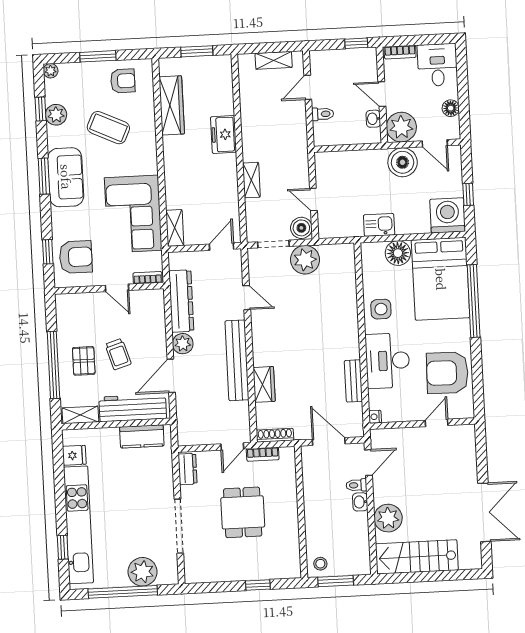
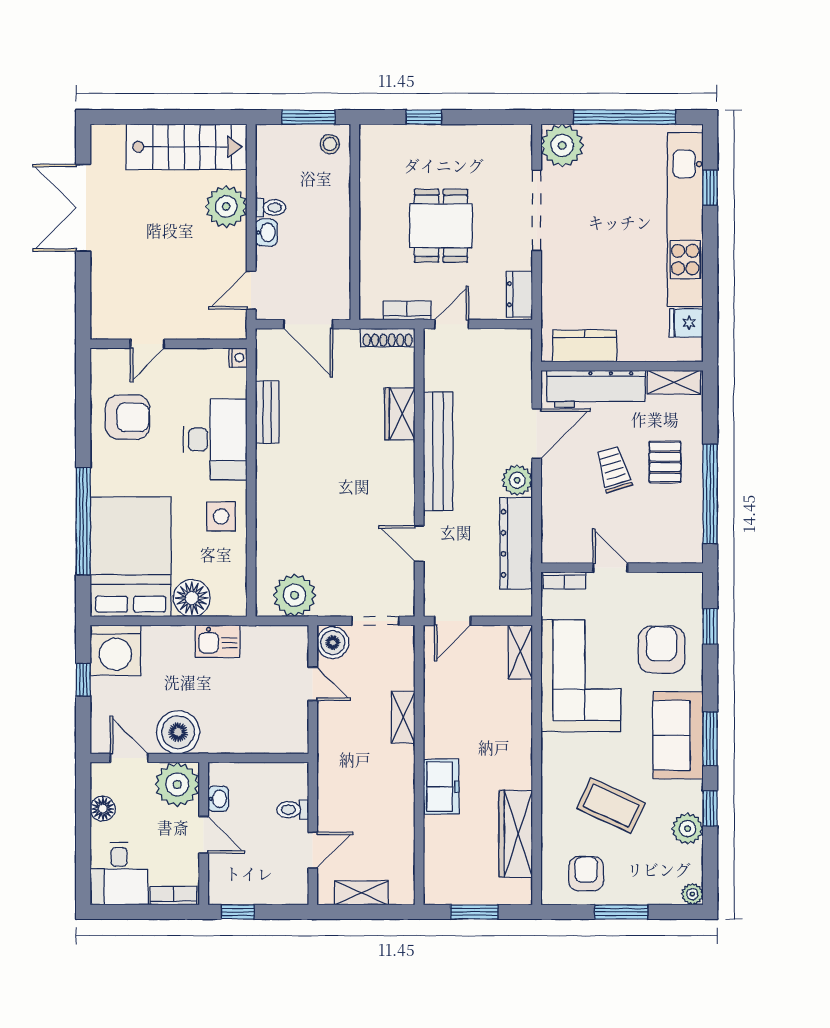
armchair: (123, 81) -> (586, 874), turned 90
window: (40, 109) -> (710, 808), moved
armchair: (76, 257) -> (661, 650), moved, turned 90
plant: (305, 260) -> (295, 595), moved
window: (53, 365) -> (710, 494), moved
armchair: (447, 373) -> (127, 417), width x0.73, depth x0.73
toilet: (356, 485) -> (270, 207), moved
plant: (142, 572) -> (562, 145), moved

